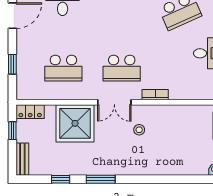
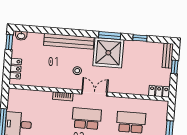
shower: (75, 123) -> (108, 53), moved
window: (12, 131) -> (175, 67), moved
bench: (153, 167) -> (69, 41), added

